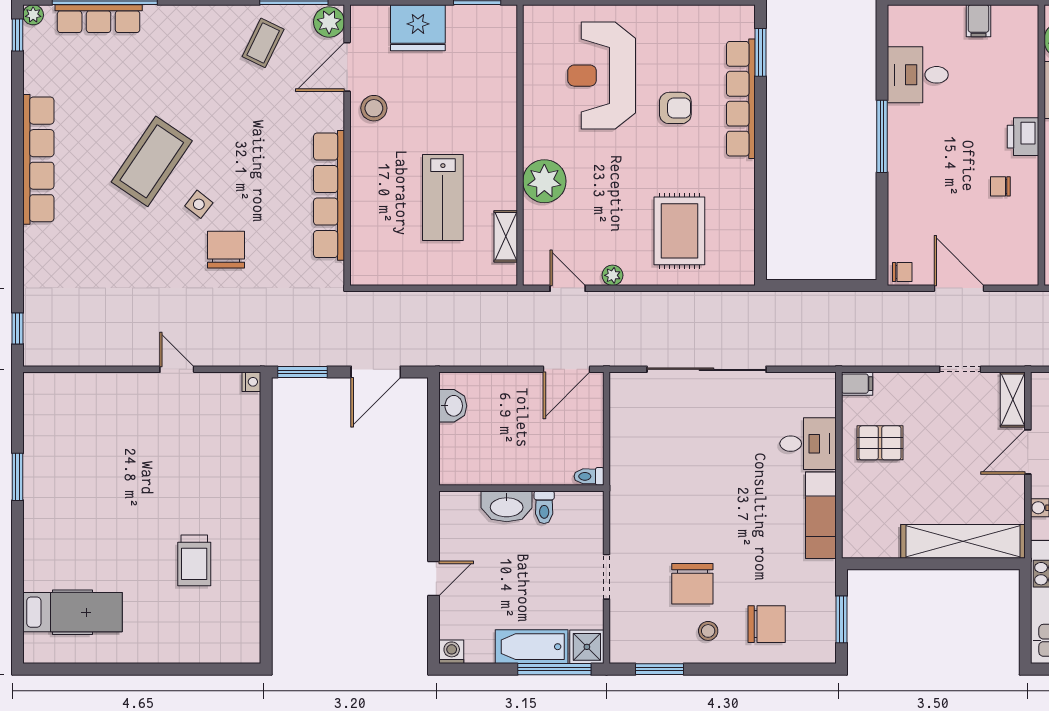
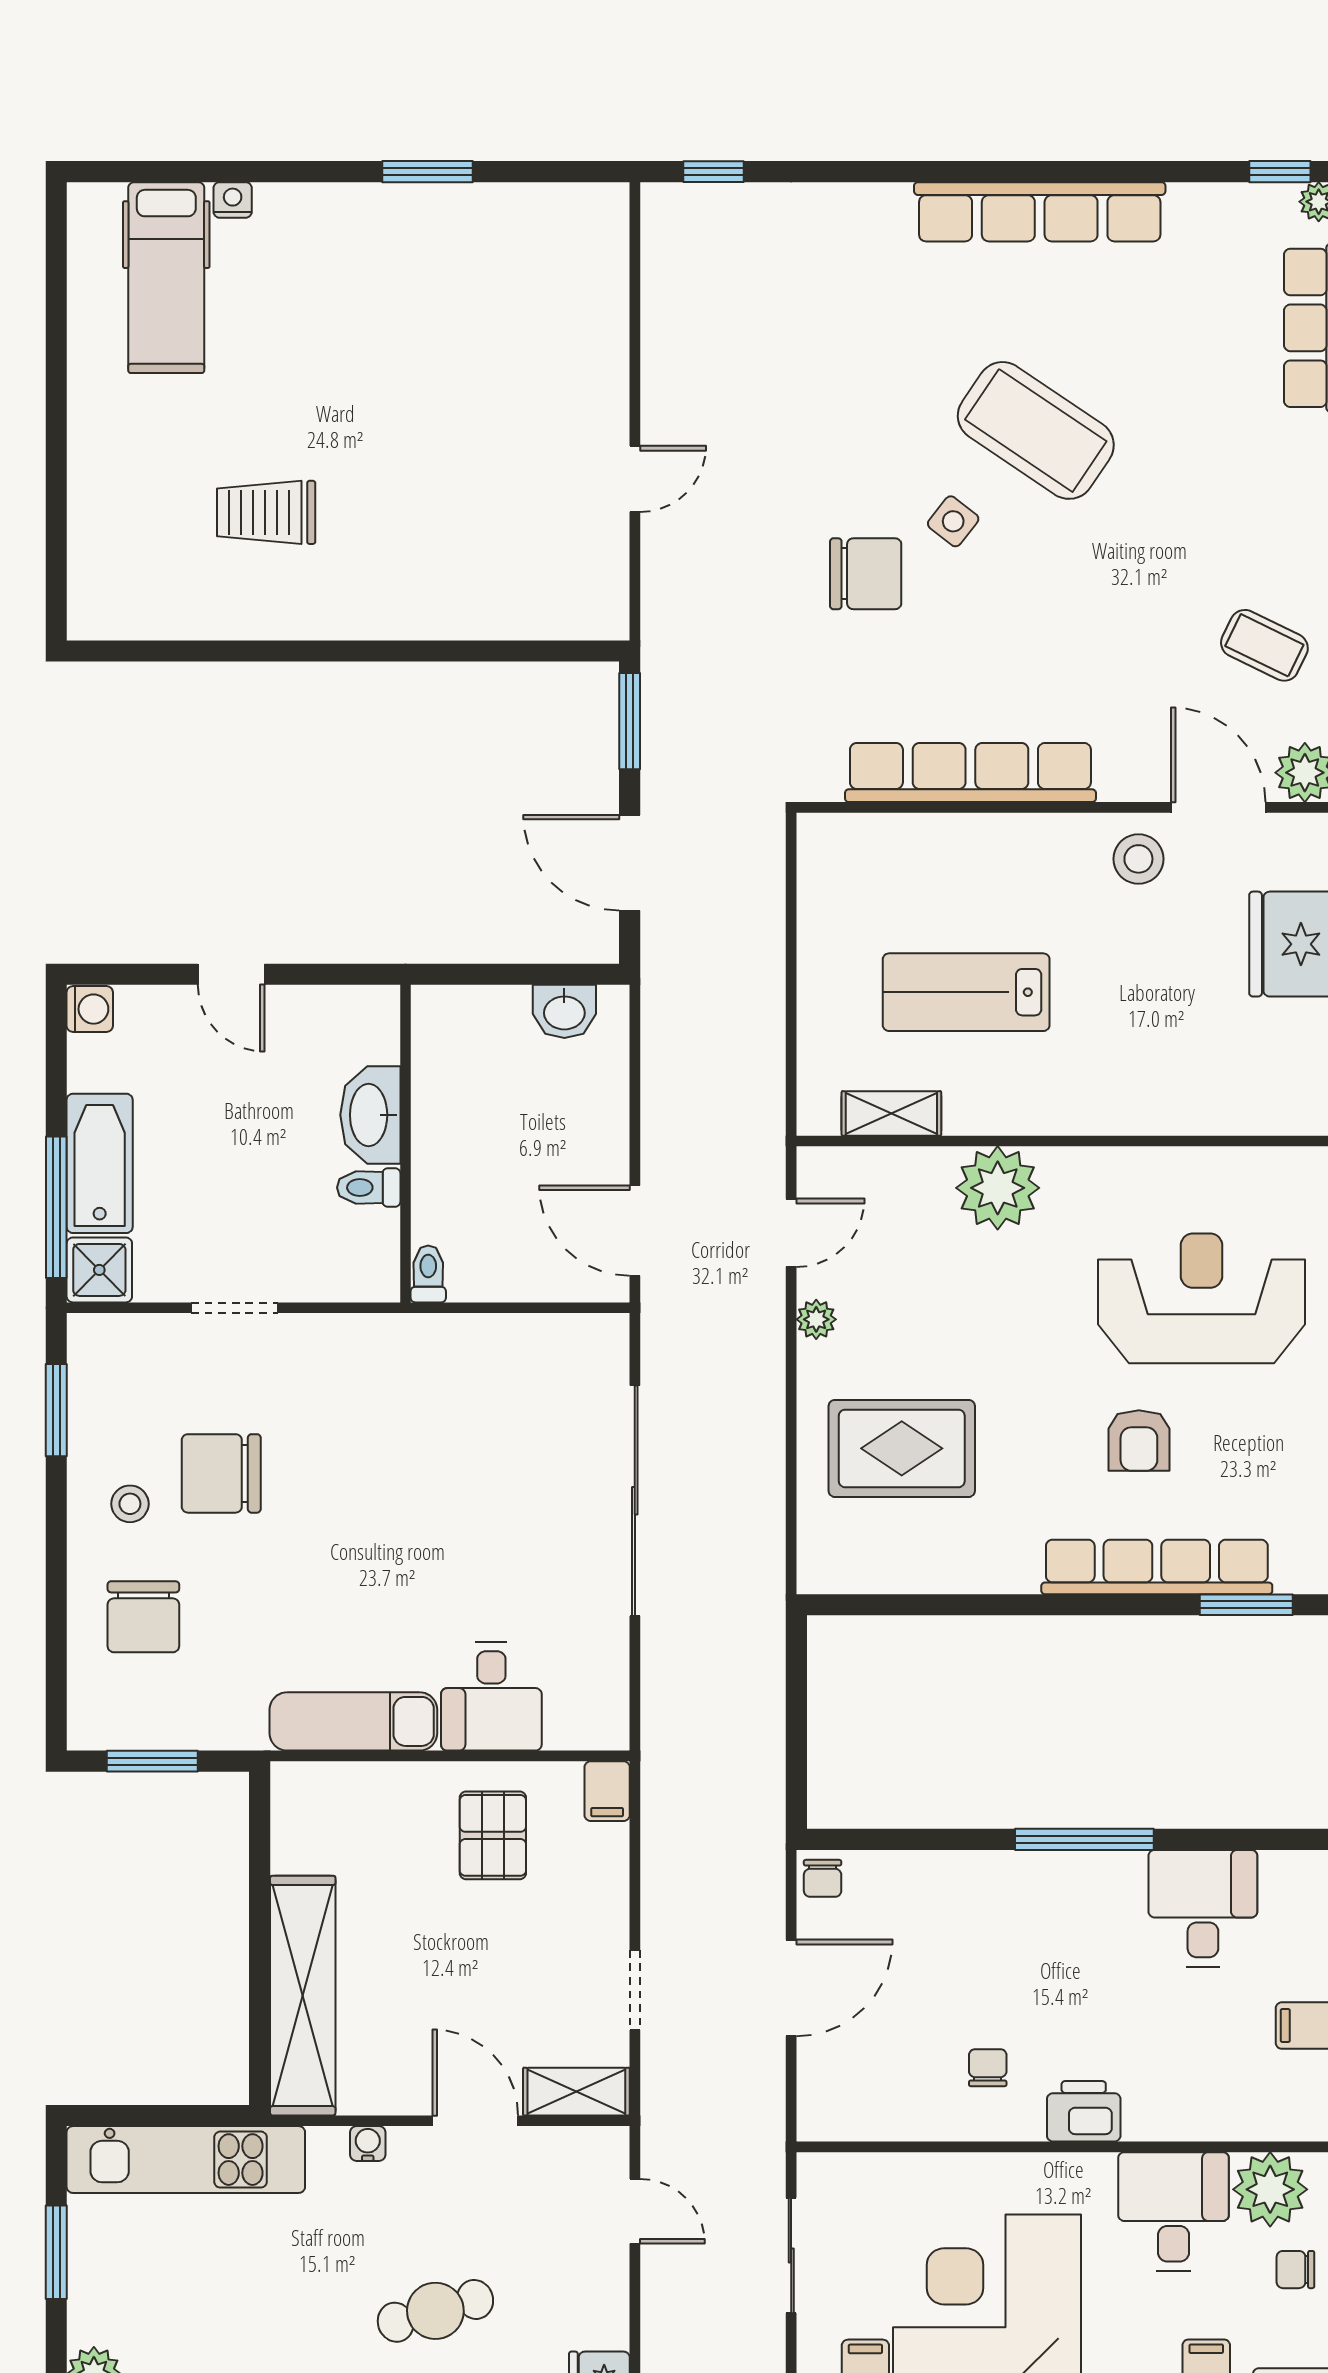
nightstand: (251, 382) -> (233, 200), moved, turned 180

